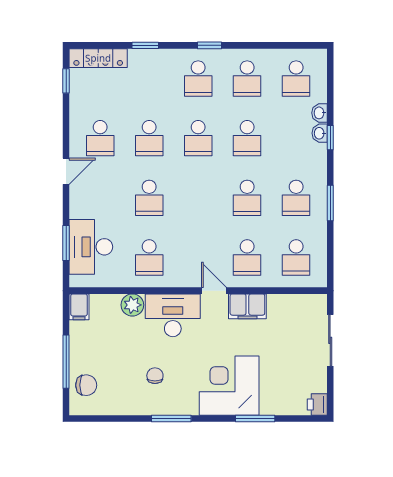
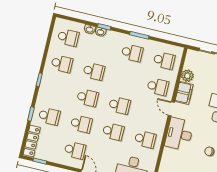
school desk: (198, 79) -> (49, 116), moved
school desk: (247, 198) -> (120, 105), moved
door: (214, 291) -> (171, 109), hinge flipped
plant: (132, 305) -> (187, 76), moved

